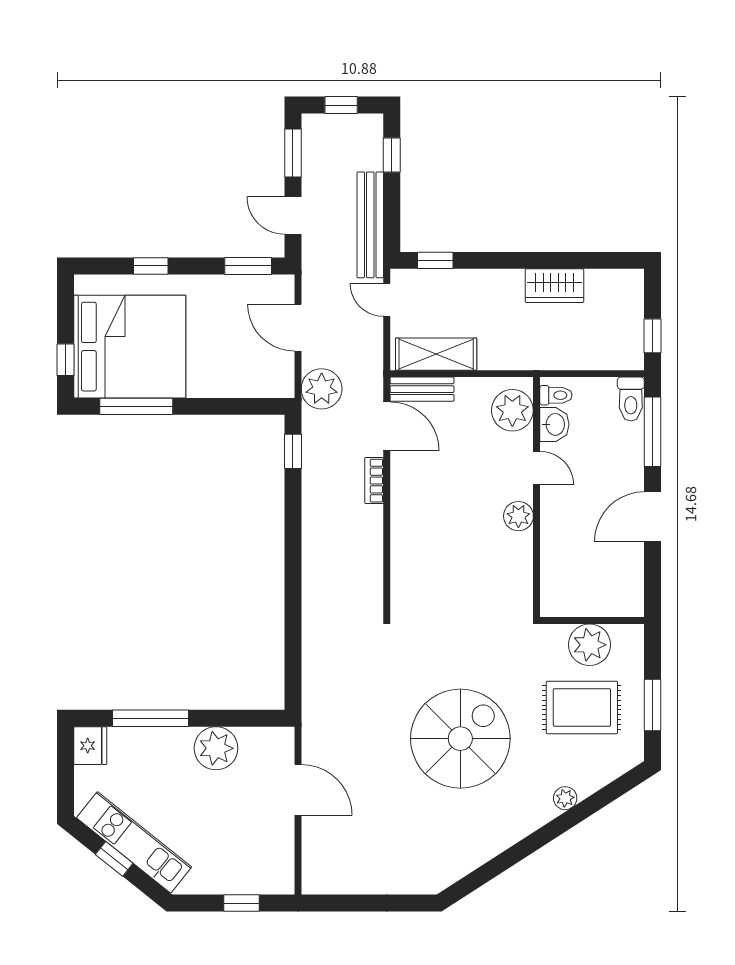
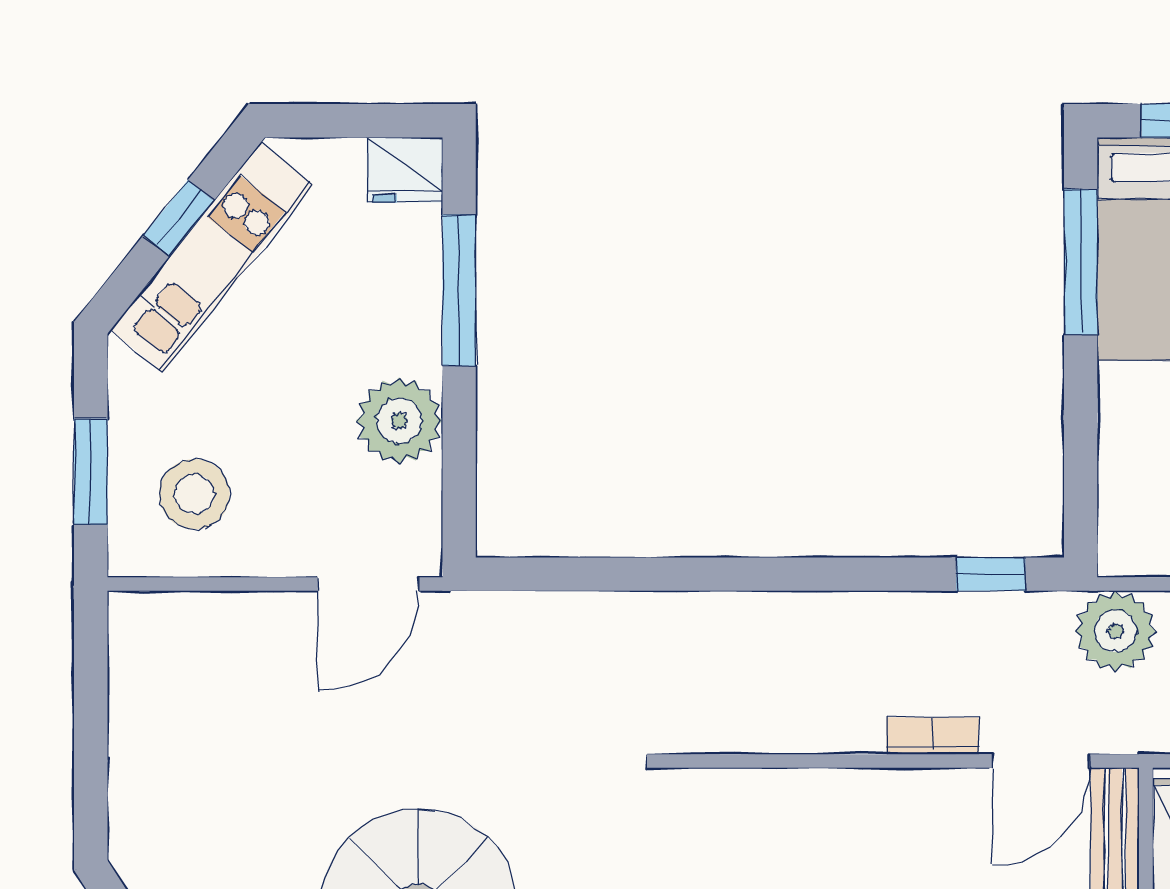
door: (298, 790) -> (368, 584), moved
stool: (253, 851) -> (194, 494), added
window: (242, 903) -> (91, 472), width x1.50

